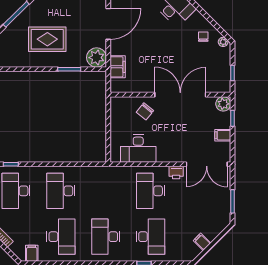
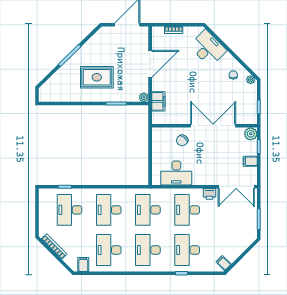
plant: (97, 58) -> (144, 97), width x0.53, depth x0.53
desk: (106, 191) -> (148, 210), added
desk: (61, 237) -> (109, 250), turned 180
desk: (151, 237) -> (187, 250), turned 180
filing cabinet: (202, 242) -> (224, 263), moved

